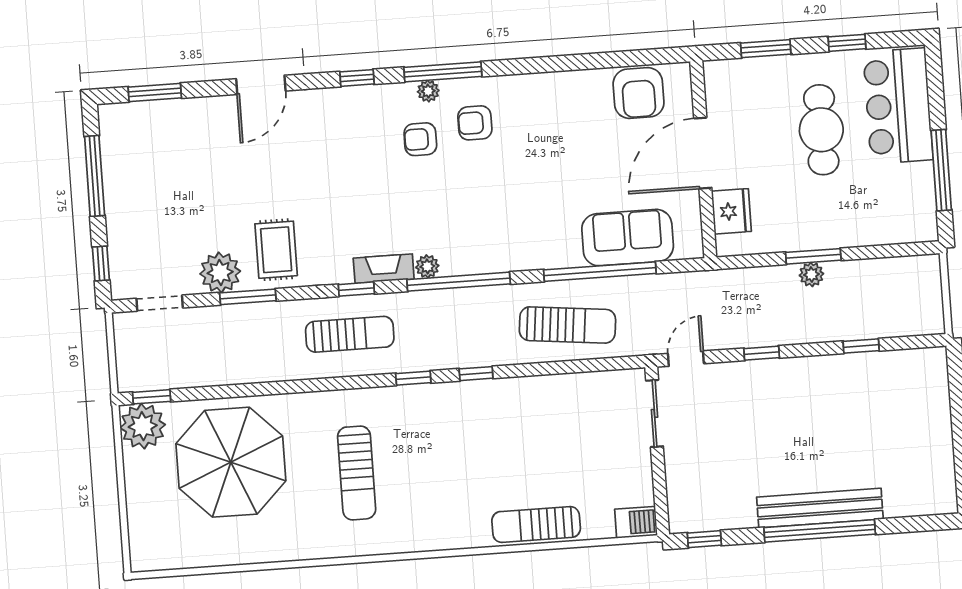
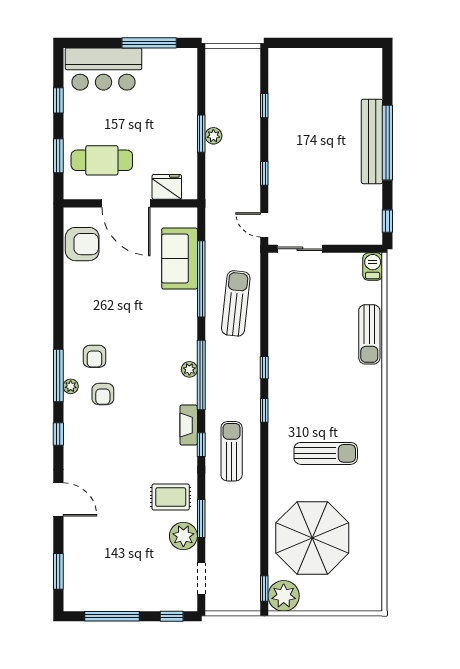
cafe table: (821, 130) -> (102, 160), moved
plant: (427, 266) -> (189, 369), moved

